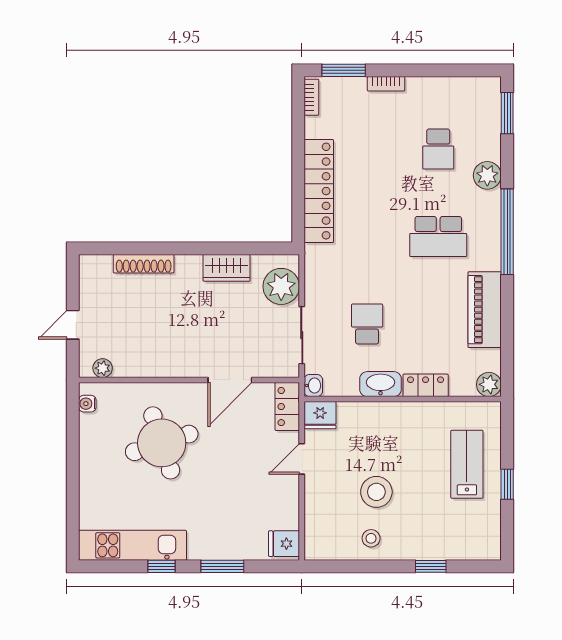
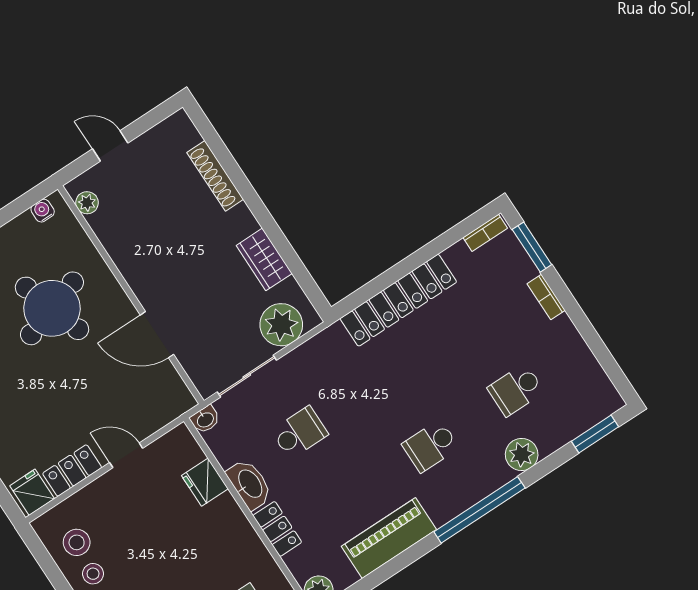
school desk: (438, 237) -> (431, 446), width x0.54
locker: (287, 407) -> (72, 471), moved
fridge: (320, 415) -> (205, 482), moved
stool: (376, 492) -> (77, 542), moved, width x0.73, depth x0.73

